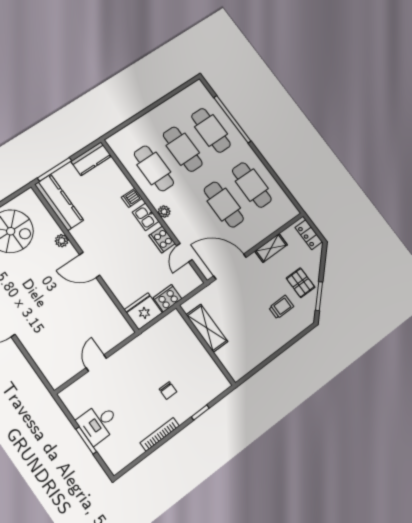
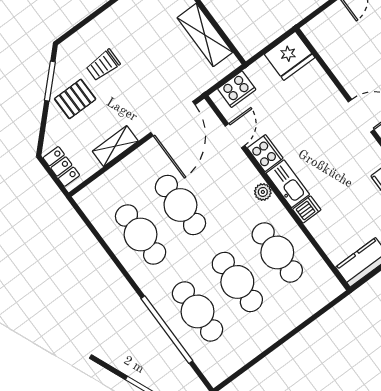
kitchen sink: (146, 217) -> (288, 184), width x1.38
door: (230, 267) -> (173, 119), hinge flipped
pallet: (301, 283) -> (75, 99), turned 90
cooker: (167, 298) -> (237, 89), moved

